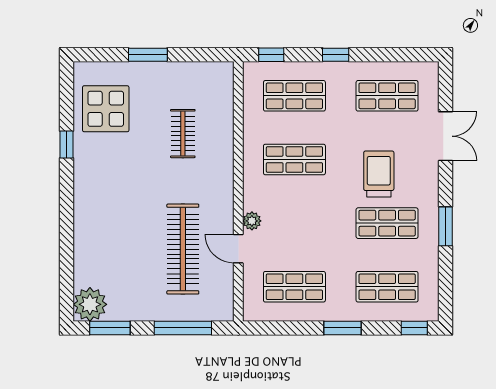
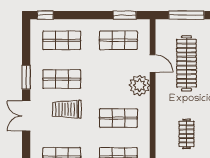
double door: (445, 136) -> (26, 116), moved
trolley: (379, 174) -> (67, 109), turned 90
plant: (252, 221) -> (139, 85), width x1.88, depth x1.88
window: (342, 328) -> (125, 15), moved

